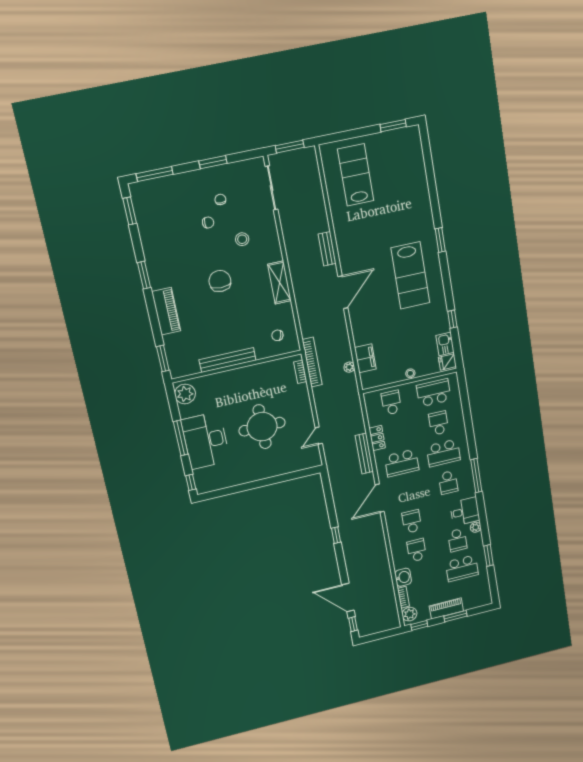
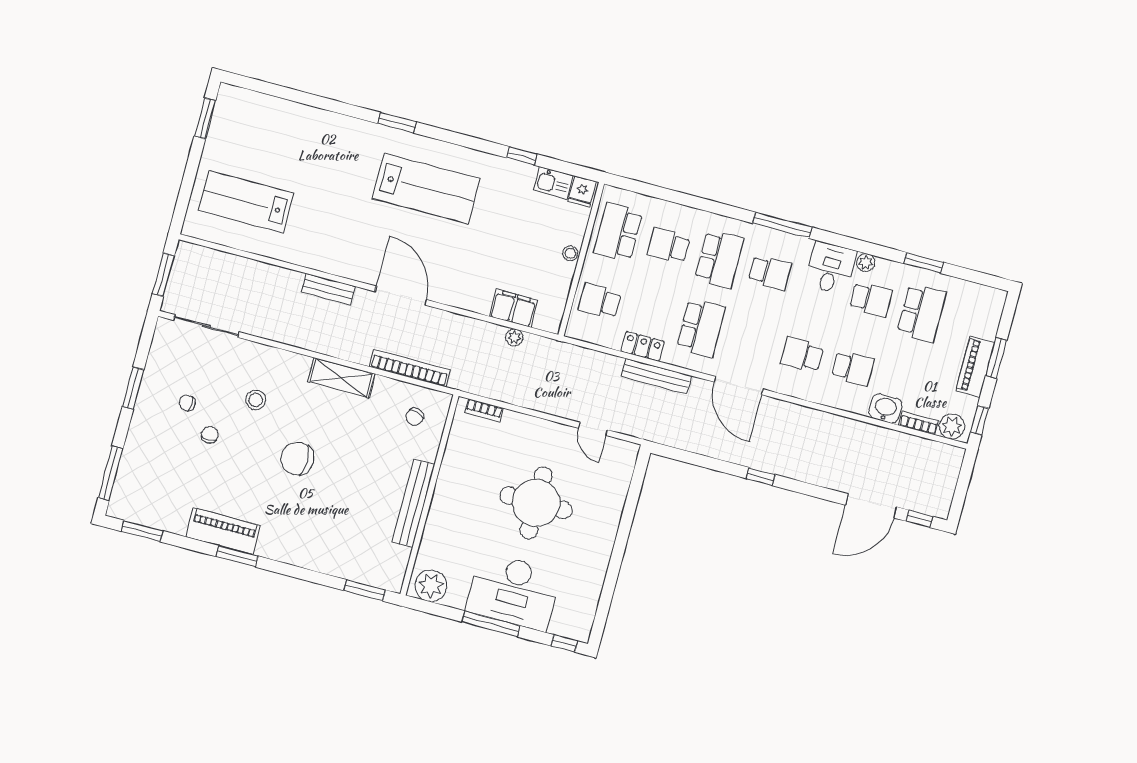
piano: (166, 311) -> (223, 531), moved
bookcase: (312, 362) -> (410, 368), moved
school desk: (417, 550) -> (853, 368), turned 180

